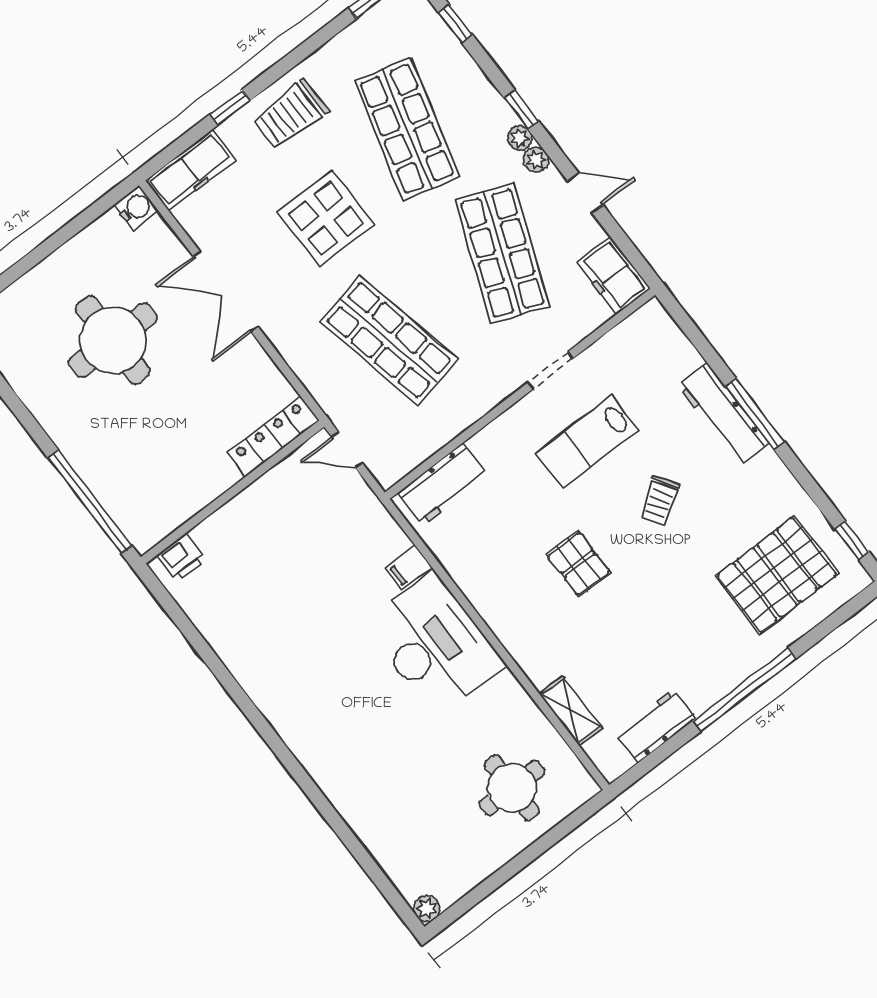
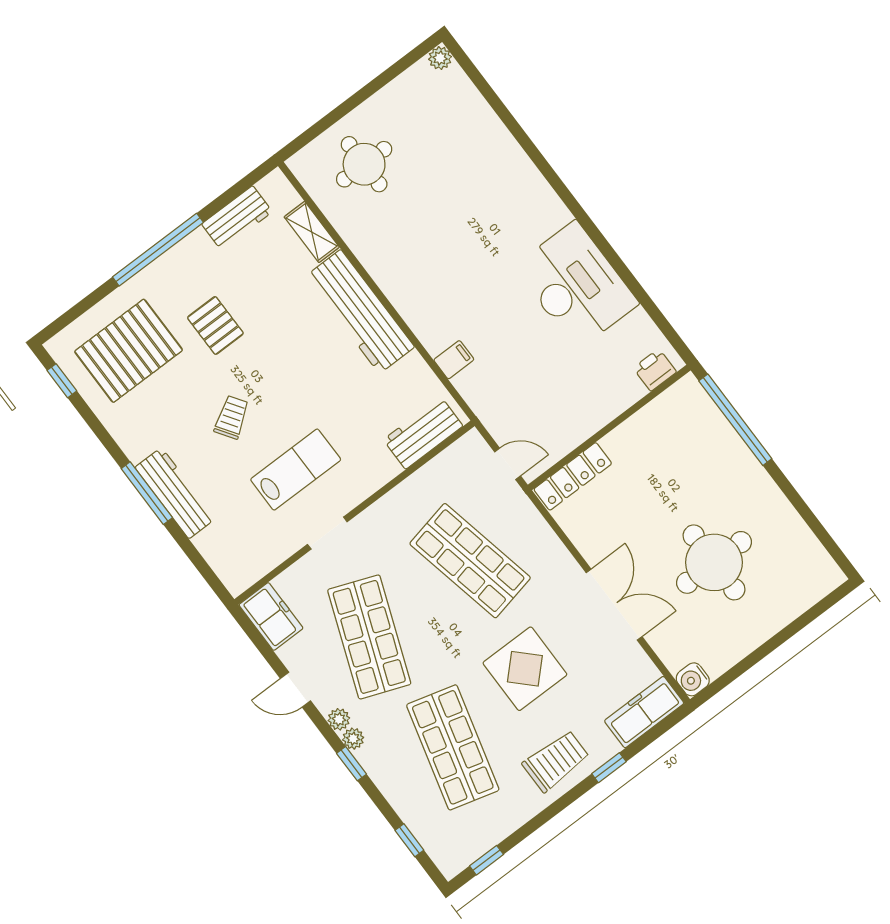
pallet: (579, 564) -> (215, 325), moved
workbench: (515, 621) -> (360, 312), added
desk: (435, 645) -> (576, 285), moved, turned 180

